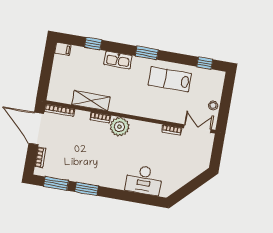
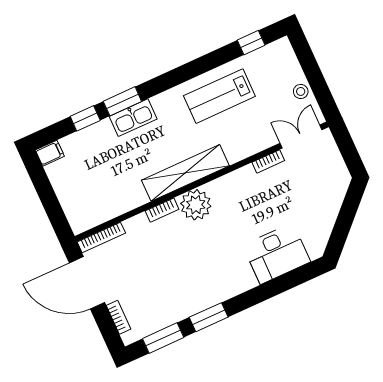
window: (147, 53) -> (122, 101), moved
shelving: (91, 101) -> (185, 173), moved, width x1.47

